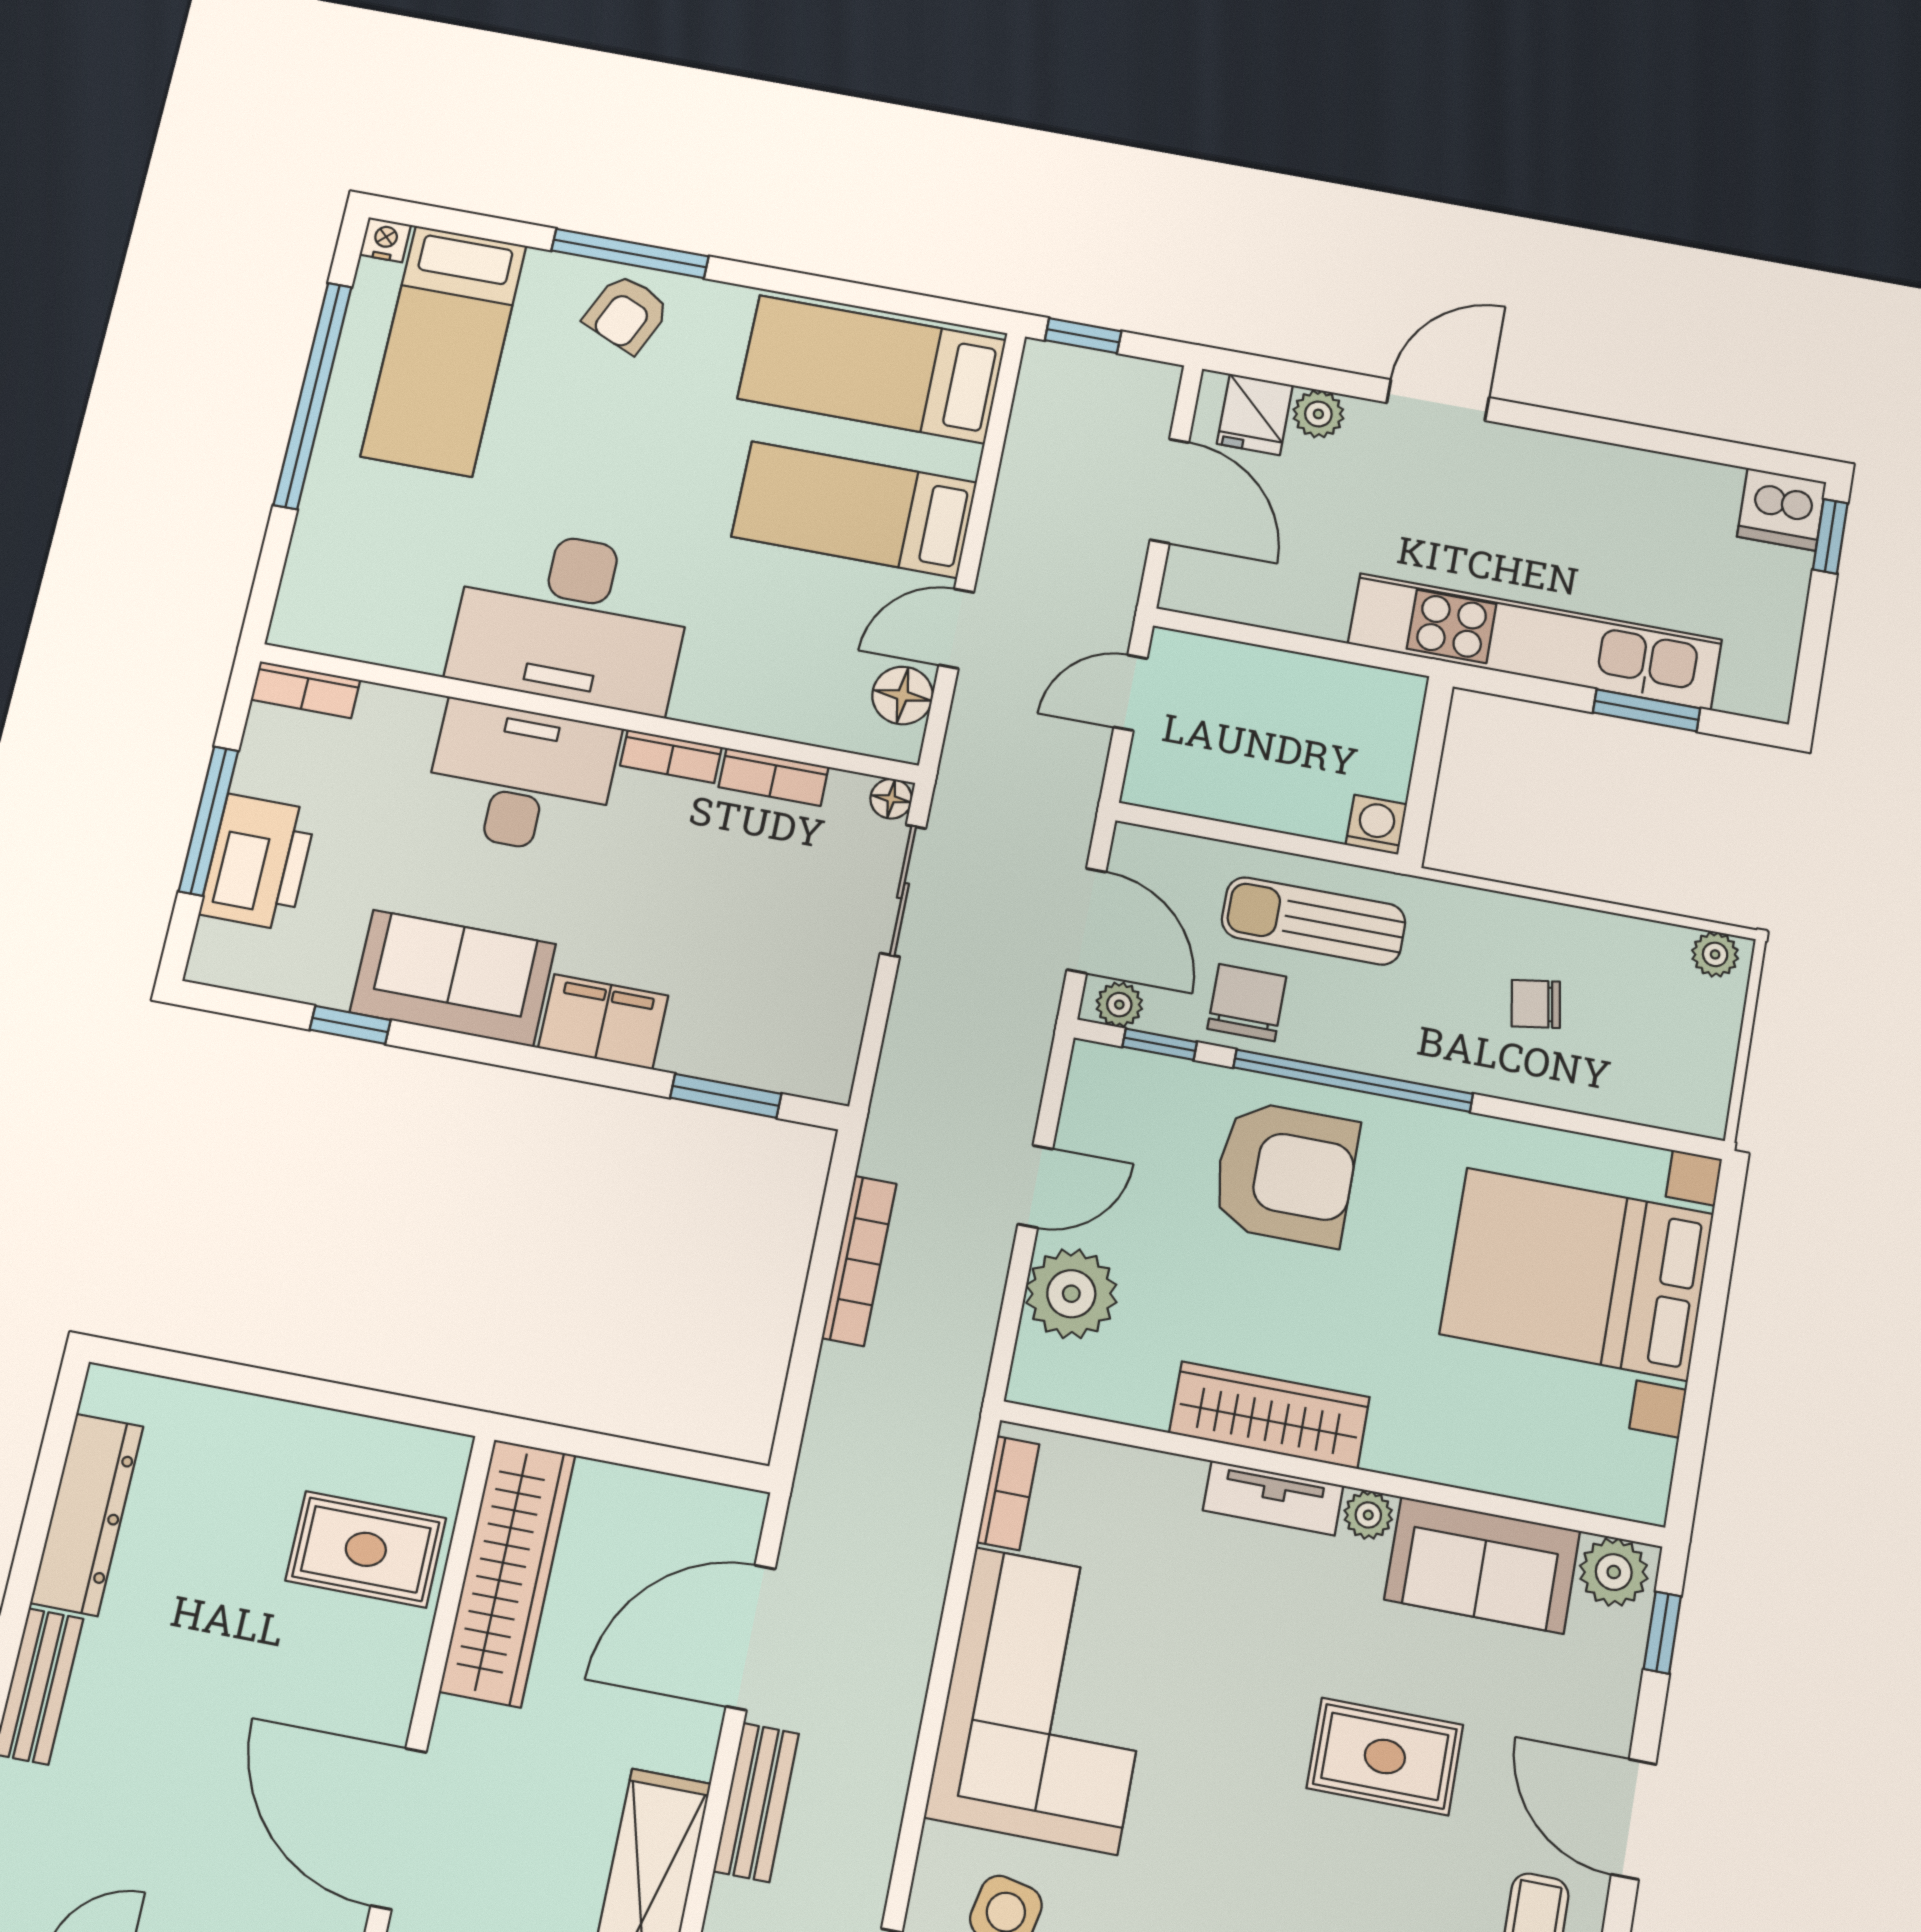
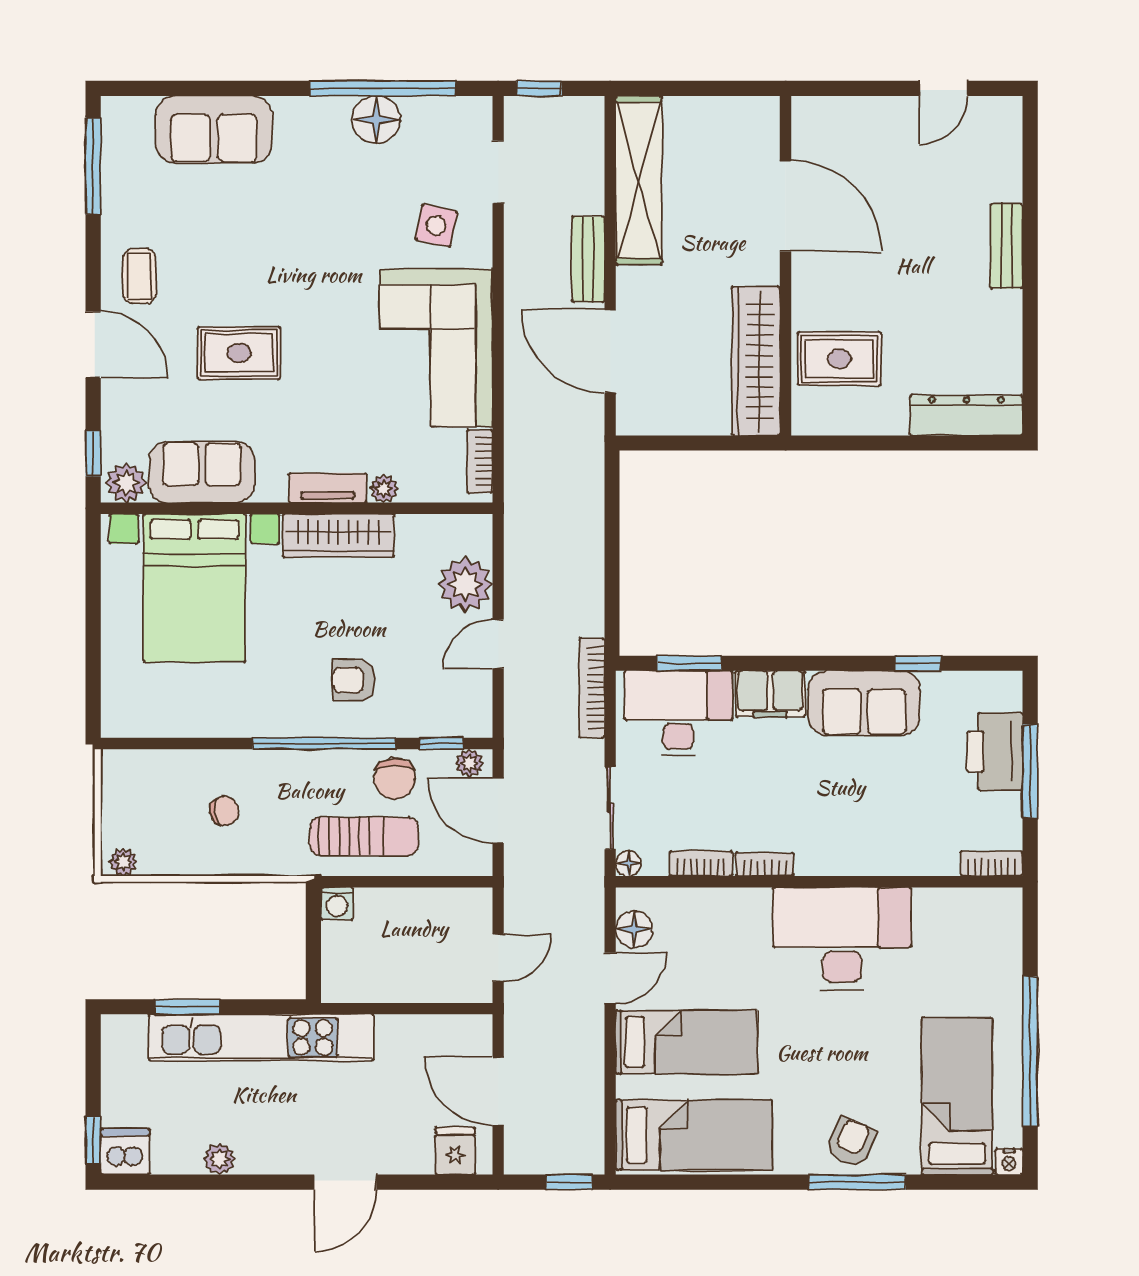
plant: (1318, 414) -> (219, 1159), moved
desk: (521, 778) -> (678, 713), moved, turned 180
armchair: (1285, 1173) -> (354, 680), width x0.53, depth x0.53
bookcase: (859, 1261) -> (592, 688), moved
bed with nightstands: (1577, 1274) -> (194, 588), moved, turned 90
dresser: (87, 1515) -> (966, 415), moved, turned 90
plant: (1368, 1515) -> (384, 489), moved
door: (751, 1638) -> (610, 351), swing flipped

